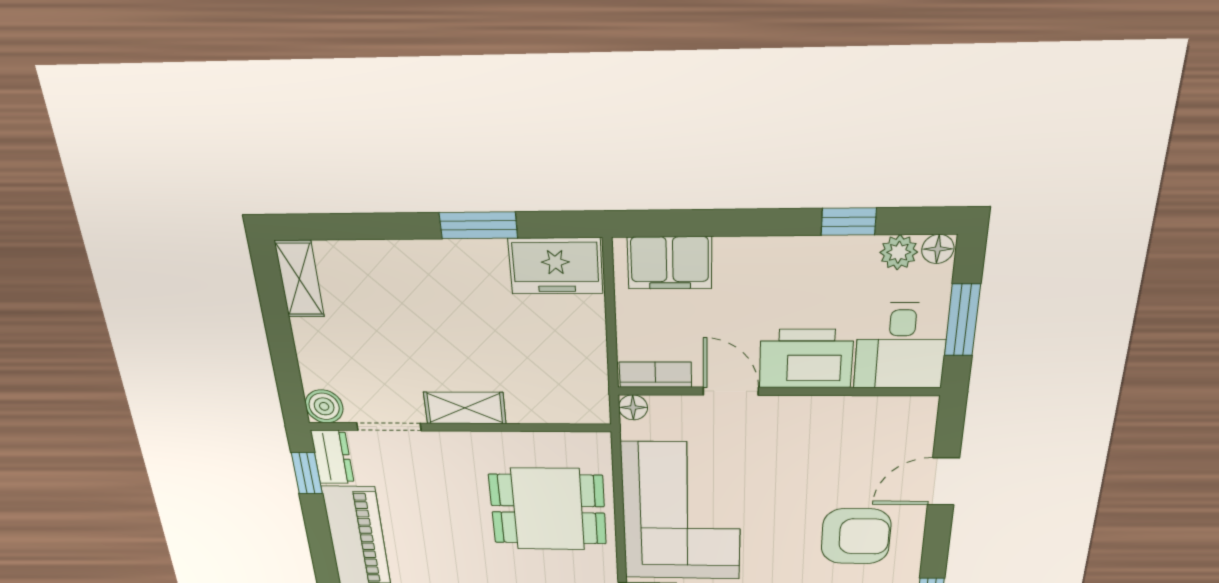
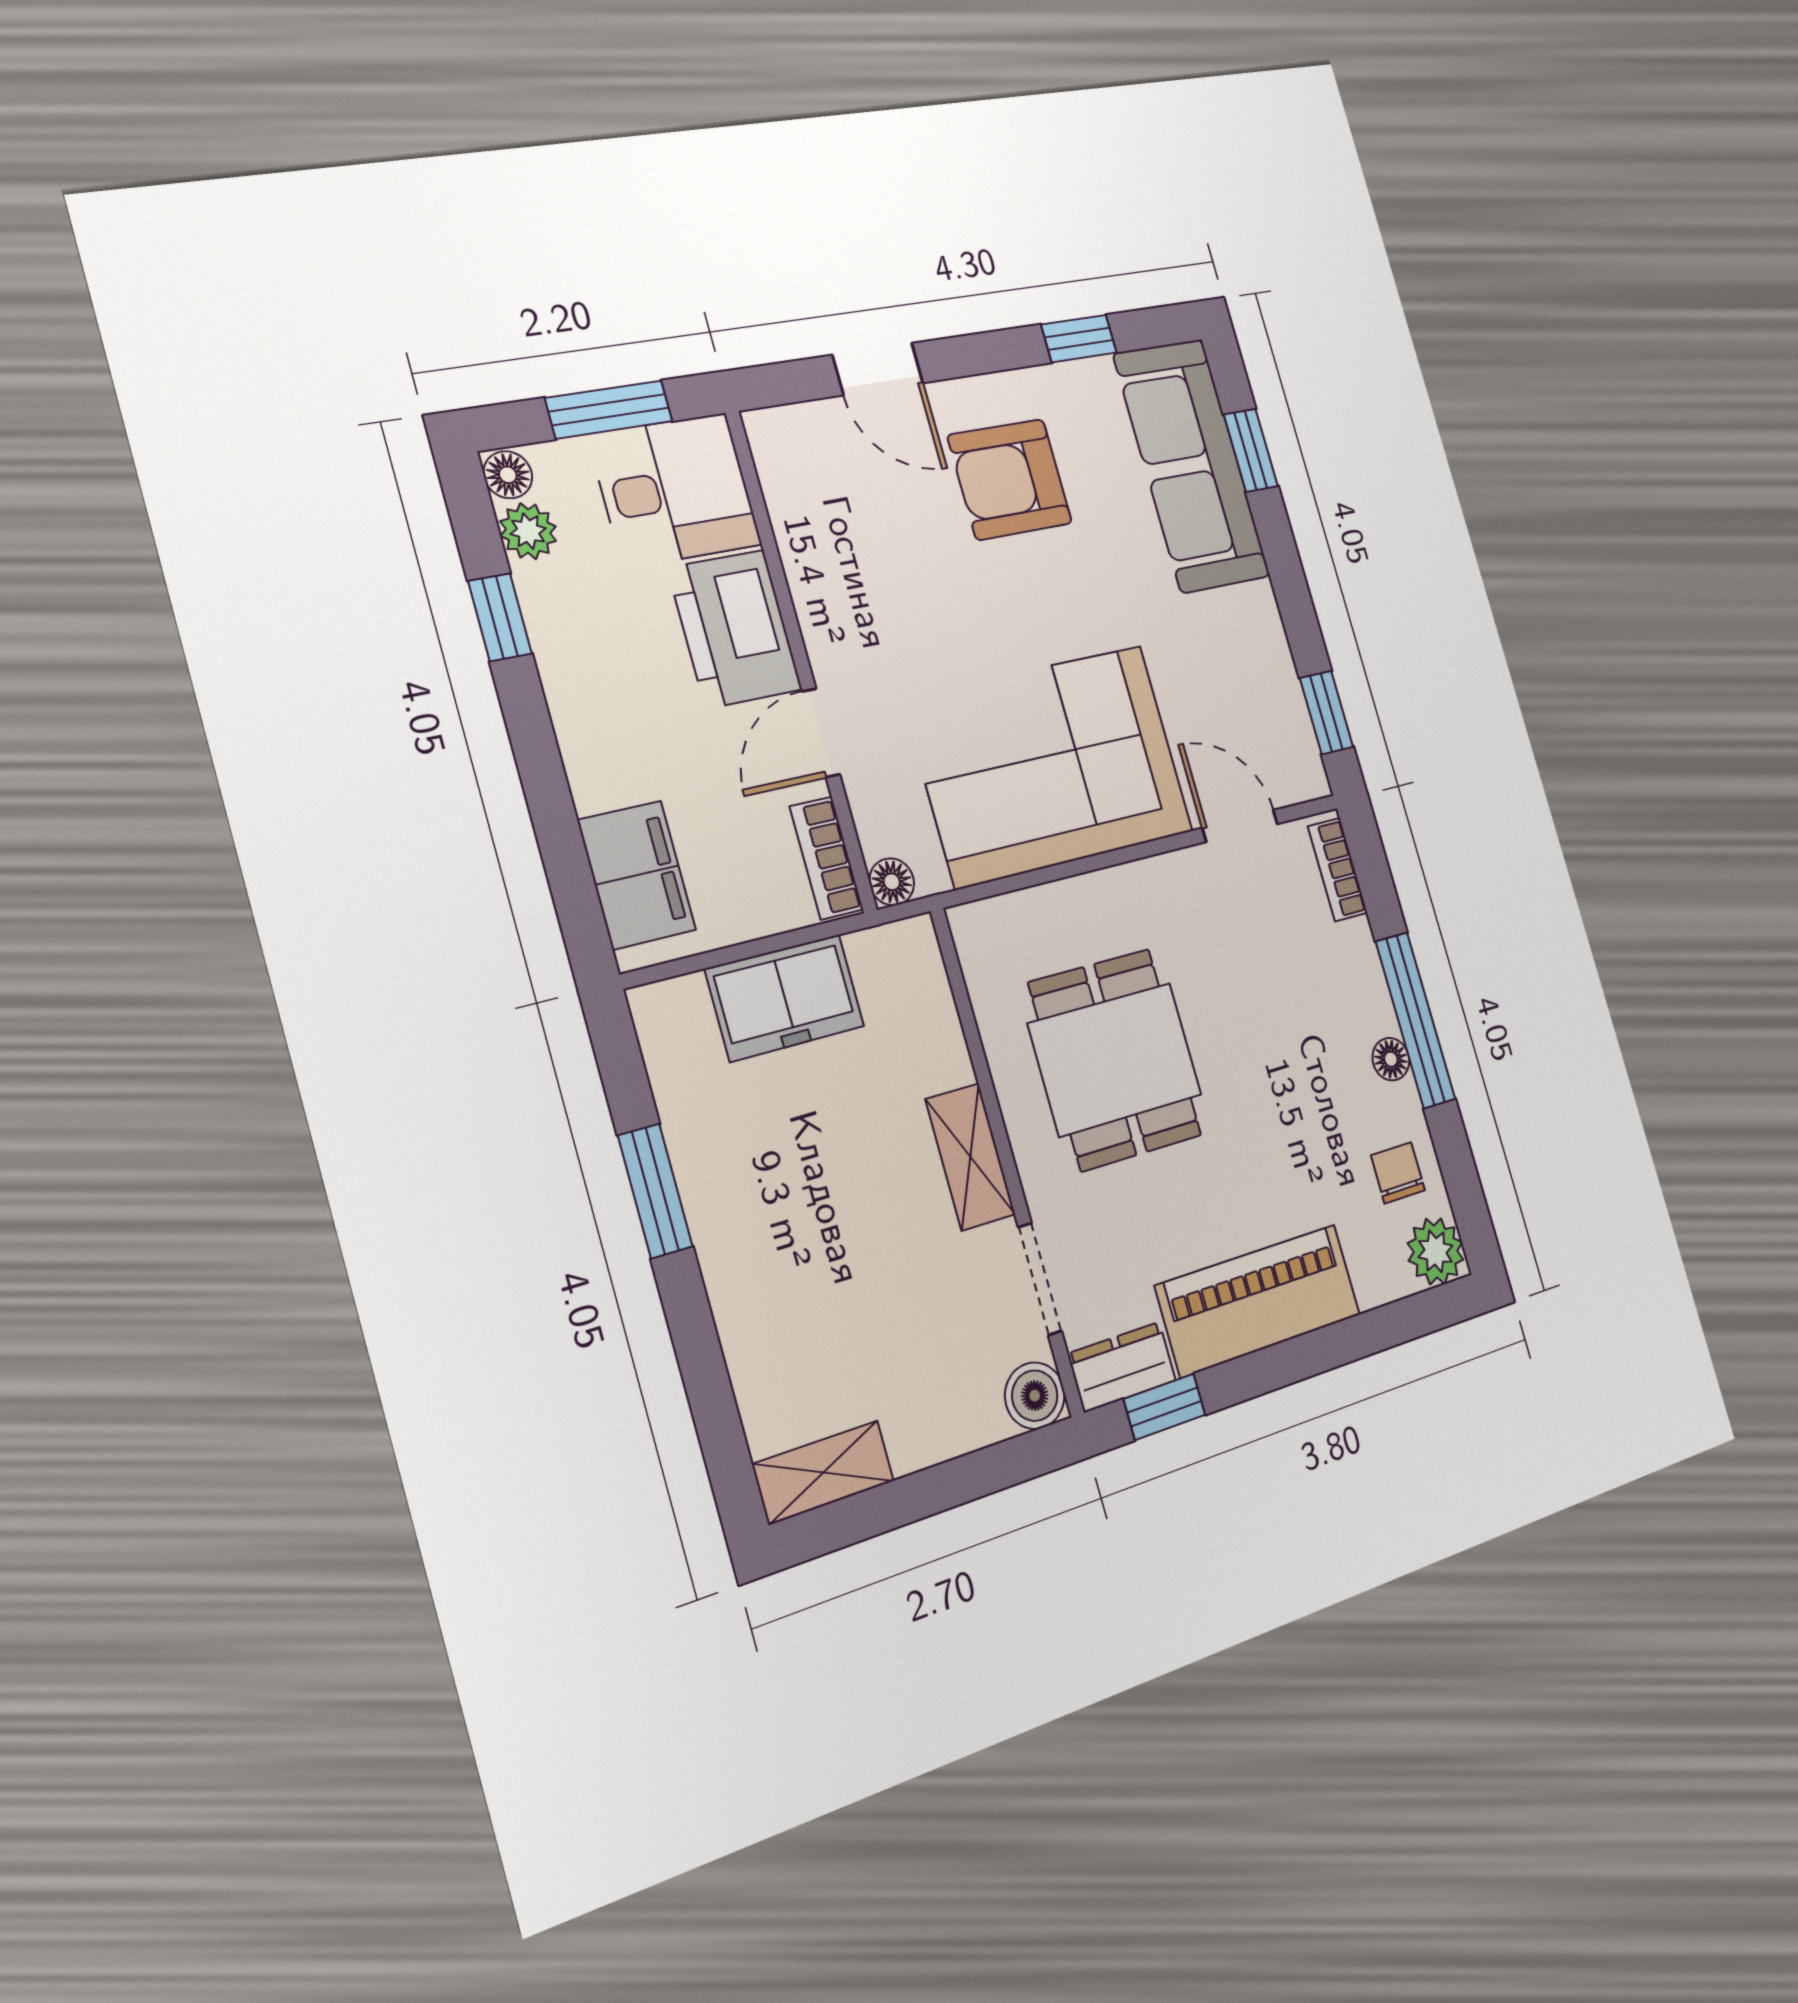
freezer: (556, 266) -> (785, 998), moved, turned 90
dining table: (548, 509) -> (1115, 1059), moved
armchair: (856, 536) -> (1010, 479), turned -90

